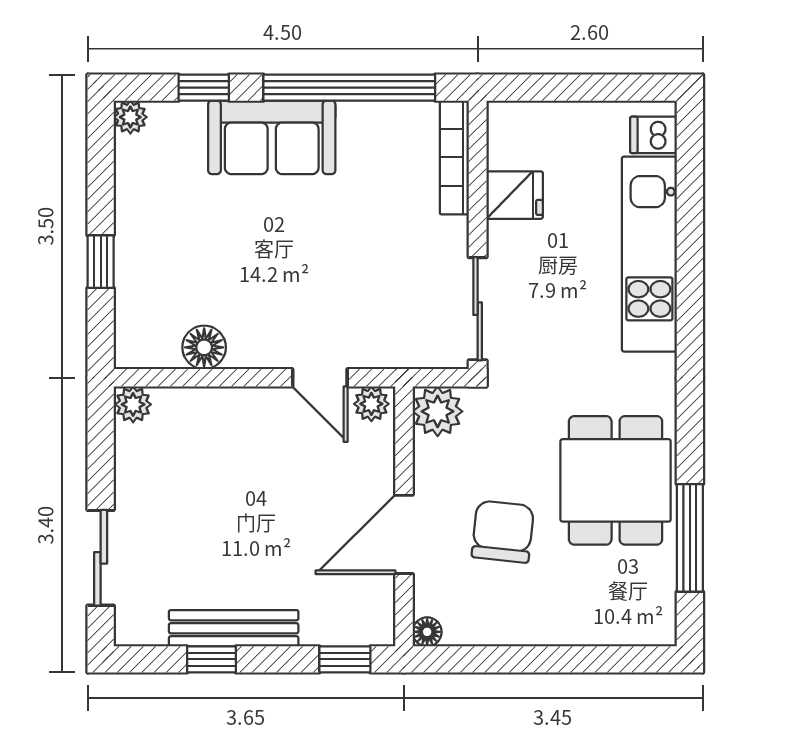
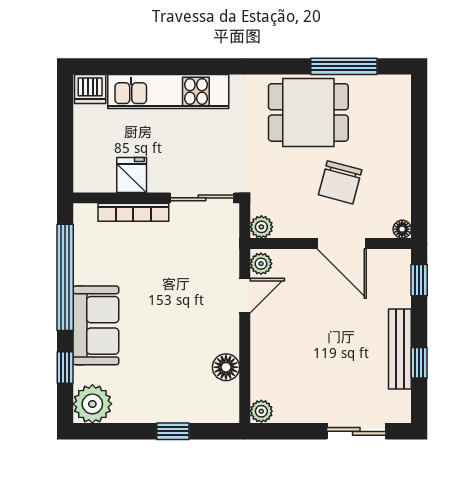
plant: (130, 117) -> (92, 404), width x1.87, depth x1.87
dishwasher: (653, 135) -> (90, 89), width x1.38
bookcase: (454, 157) -> (133, 212), moved
plant: (438, 411) -> (261, 227), width x0.73, depth x0.73
chair: (503, 532) -> (340, 182), turned -81

